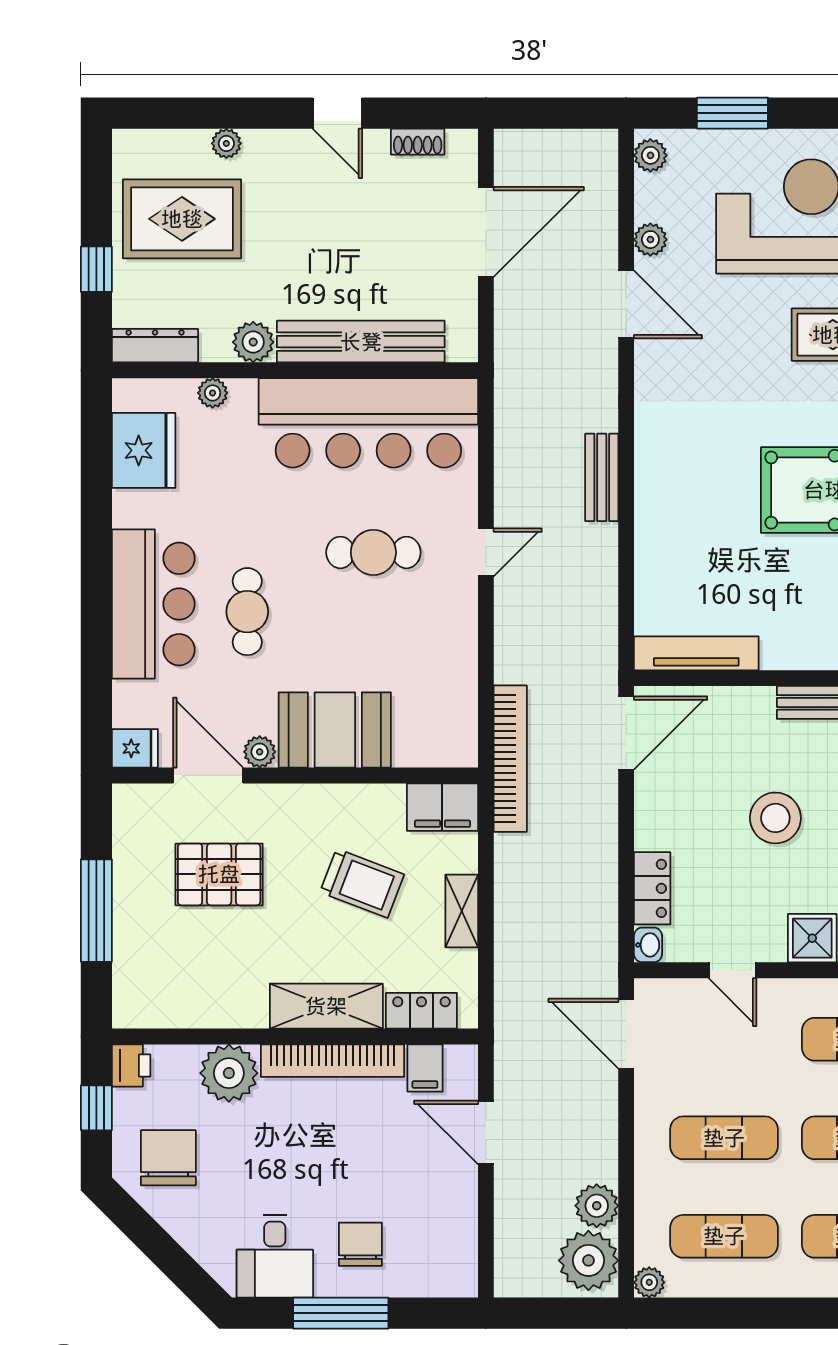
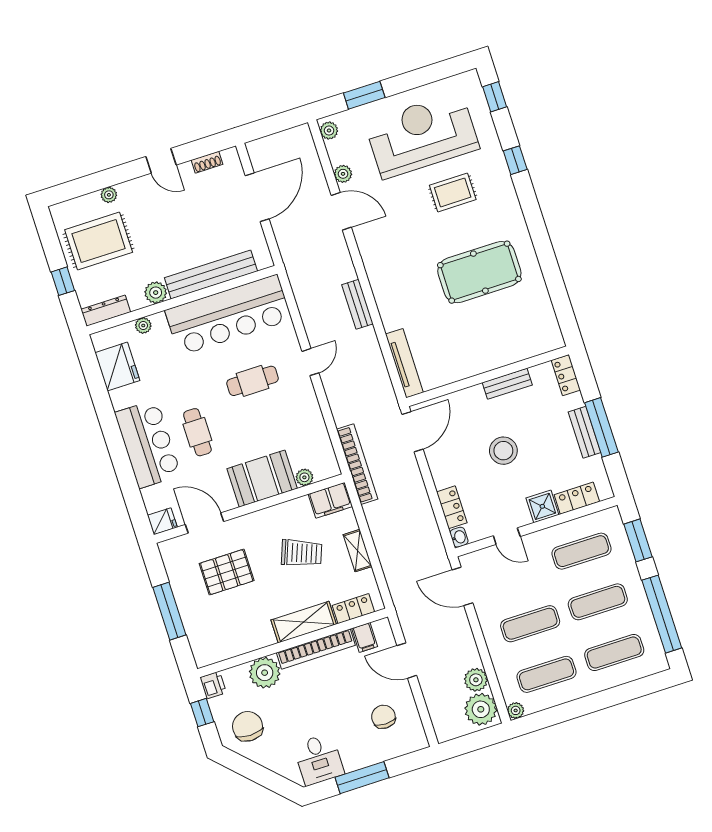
tv unit: (696, 653) -> (404, 363), moved, turned 90
plant: (260, 752) -> (304, 477), moved
chair: (360, 1244) -> (383, 717), moved

